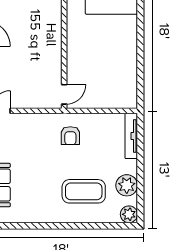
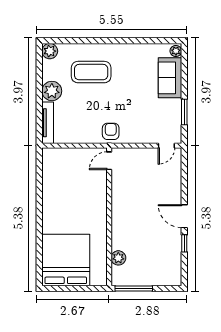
armchair: (70, 136) -> (111, 131), moved
plant: (127, 185) -> (52, 91), moved

